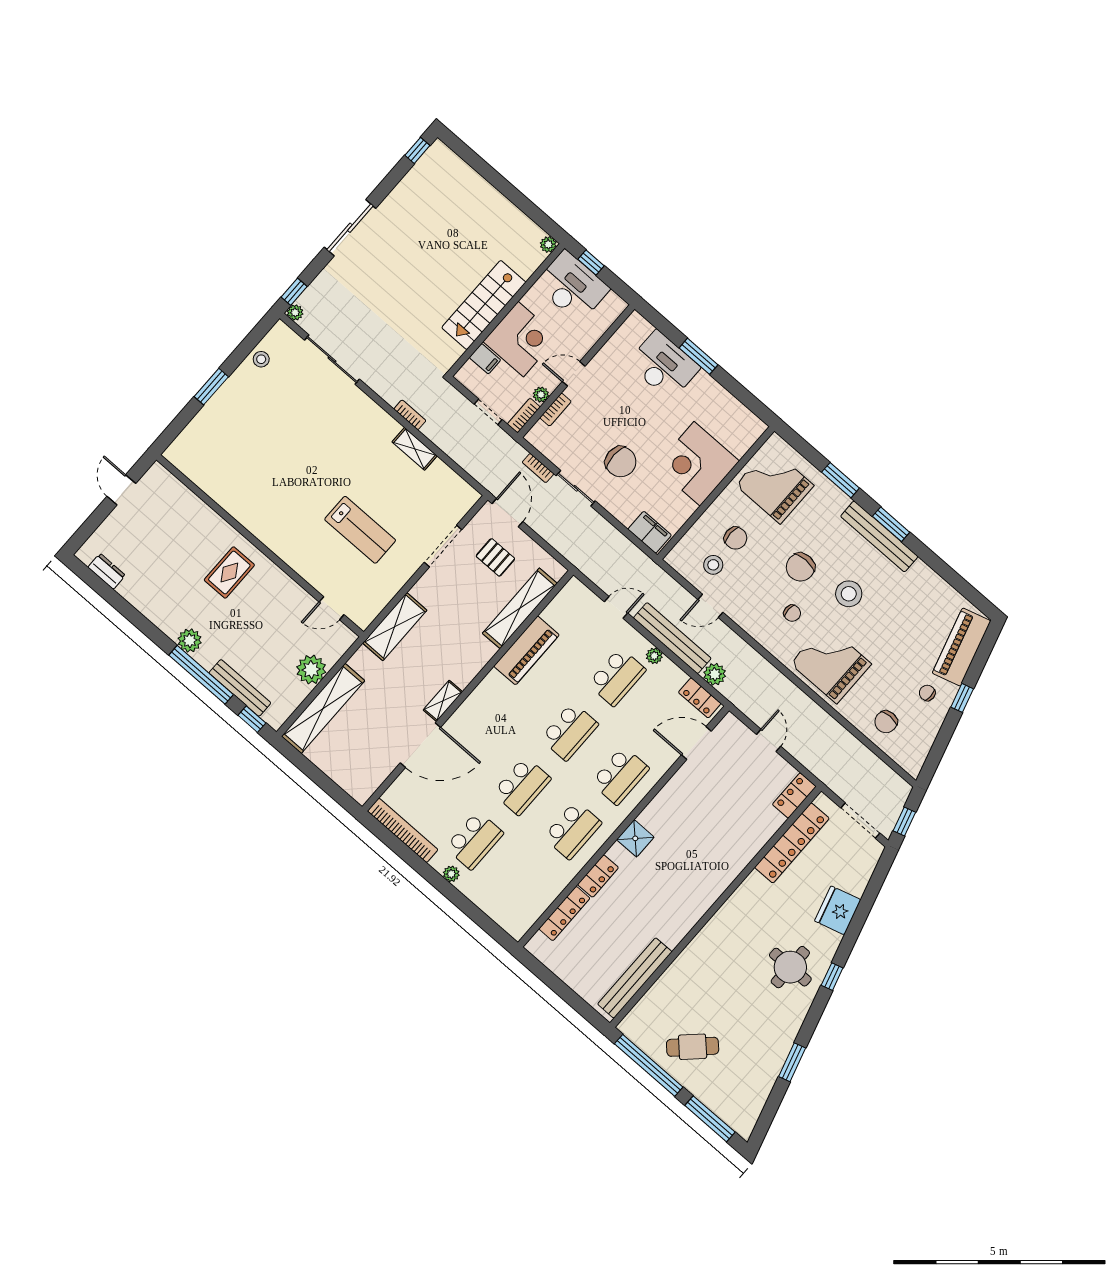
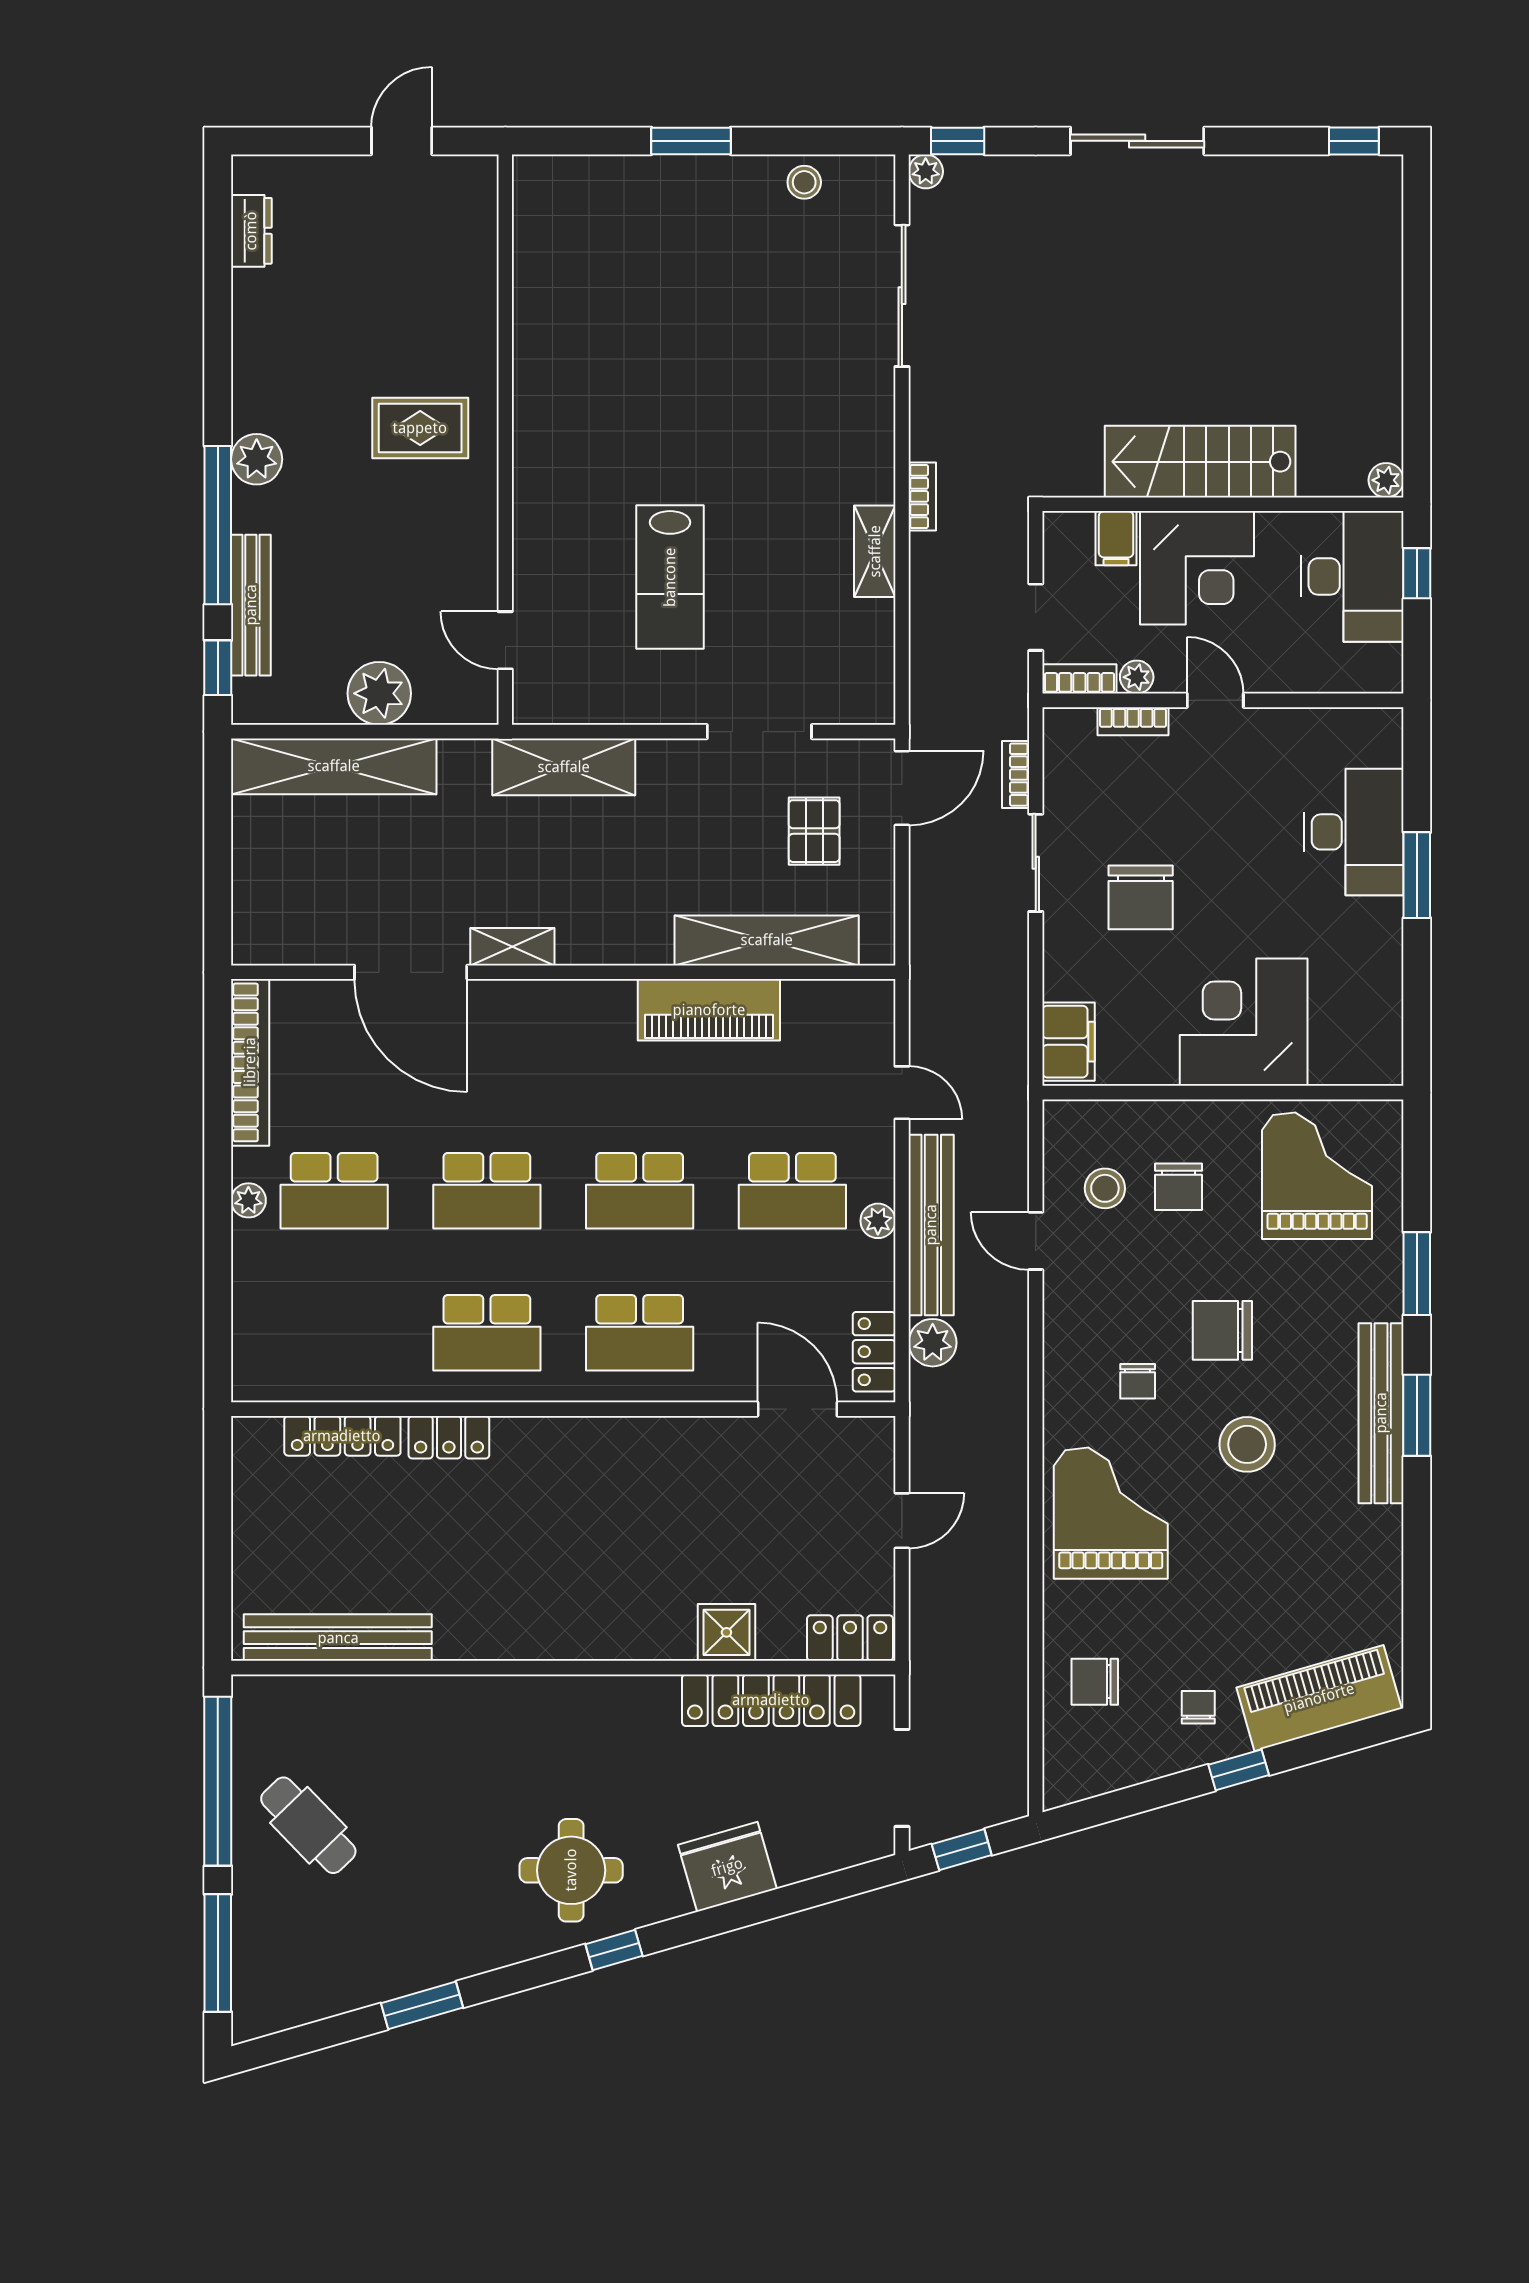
shower: (635, 838) -> (726, 1632), moved

